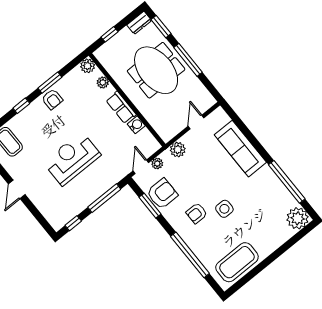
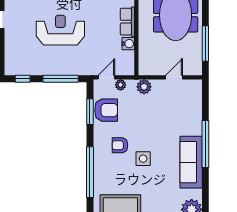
window: (188, 60) -> (205, 43), moved
sofa: (240, 149) -> (191, 162), moved
window: (287, 182) -> (205, 144), moved

